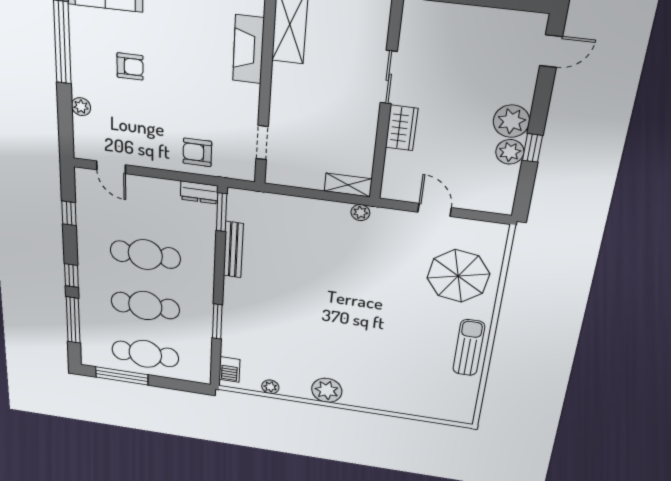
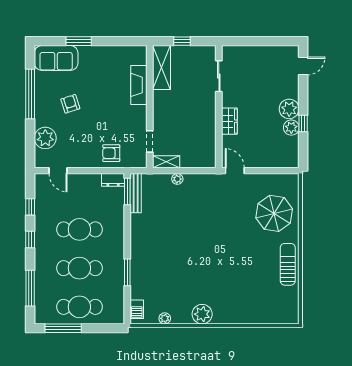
armchair: (130, 66) -> (70, 104), turned -108
sliding door: (389, 77) -> (219, 76), moved
plant: (81, 107) -> (45, 138), width x1.87, depth x1.87
shelving: (348, 185) -> (166, 162), moved
door: (435, 210) -> (235, 171), moved
plant: (360, 213) -> (177, 179), moved
bench: (233, 250) -> (136, 193), moved
window: (71, 276) -> (30, 239), moved

